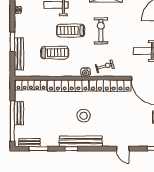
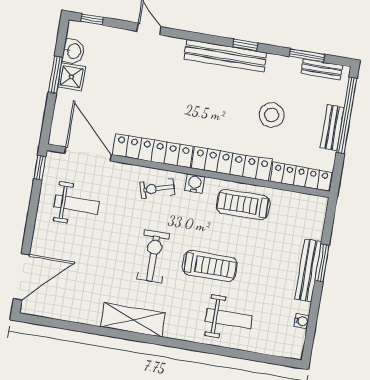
exercise bike: (101, 31) -> (153, 256), turned 180
treadmill: (55, 53) -> (243, 204), moved
bench: (19, 54) -> (308, 270), moved
stool: (84, 116) -> (272, 115), moved

